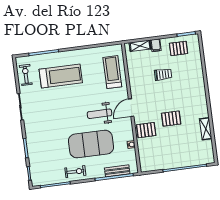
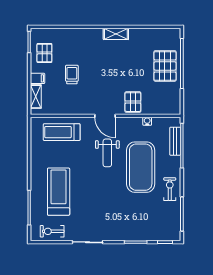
pallet: (171, 119) -> (165, 66), moved, width x1.50, depth x1.42
shelving: (206, 129) -> (116, 34), moved

